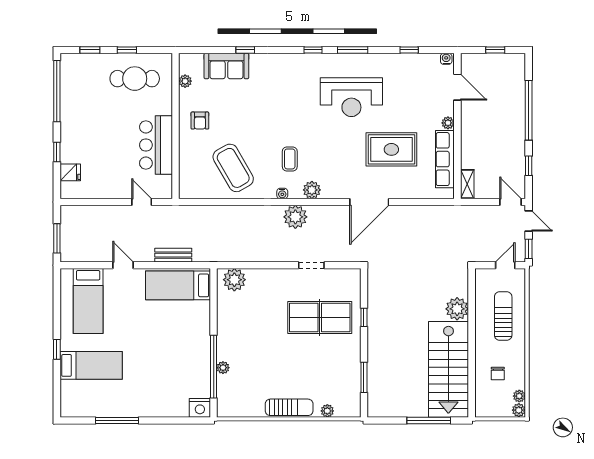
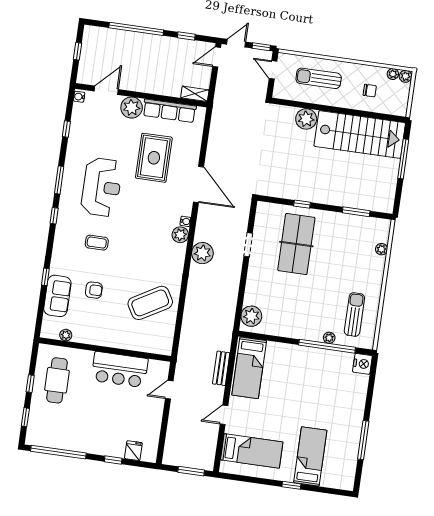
armchair: (200, 121) -> (94, 290), moved
plant: (448, 123) -> (132, 108), width x1.87, depth x1.87
coffee table: (290, 159) -> (97, 243), moved
water cooler: (282, 193) -> (185, 221), moved
sun lounger: (289, 407) -> (354, 314), moved

